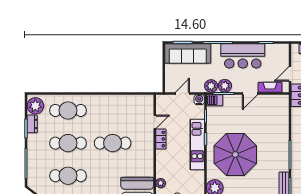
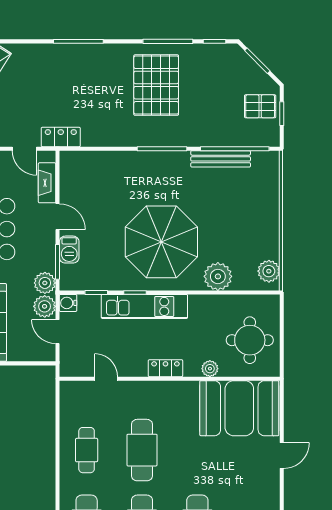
plant: (225, 86) -> (45, 306), moved
barbecue: (215, 100) -> (69, 250), moved
cafe table: (113, 110) -> (87, 450), added
locker: (161, 139) -> (165, 368), moved

